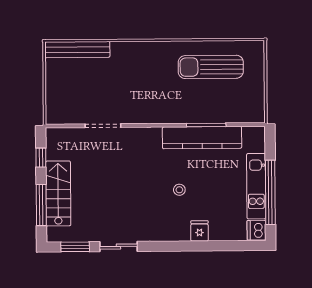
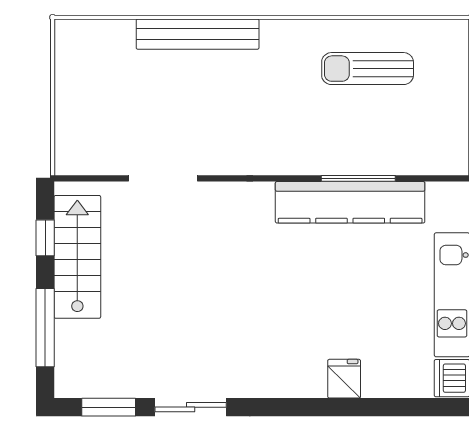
bench: (77, 50) -> (198, 34), moved
sun lounger: (211, 67) -> (368, 69), width x0.73, depth x0.75
stool: (179, 190) -> (307, 301), removed
stairs: (58, 193) -> (77, 257), moved

